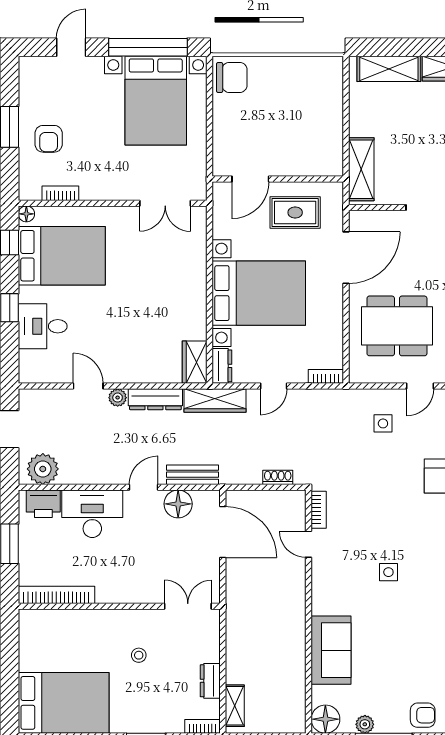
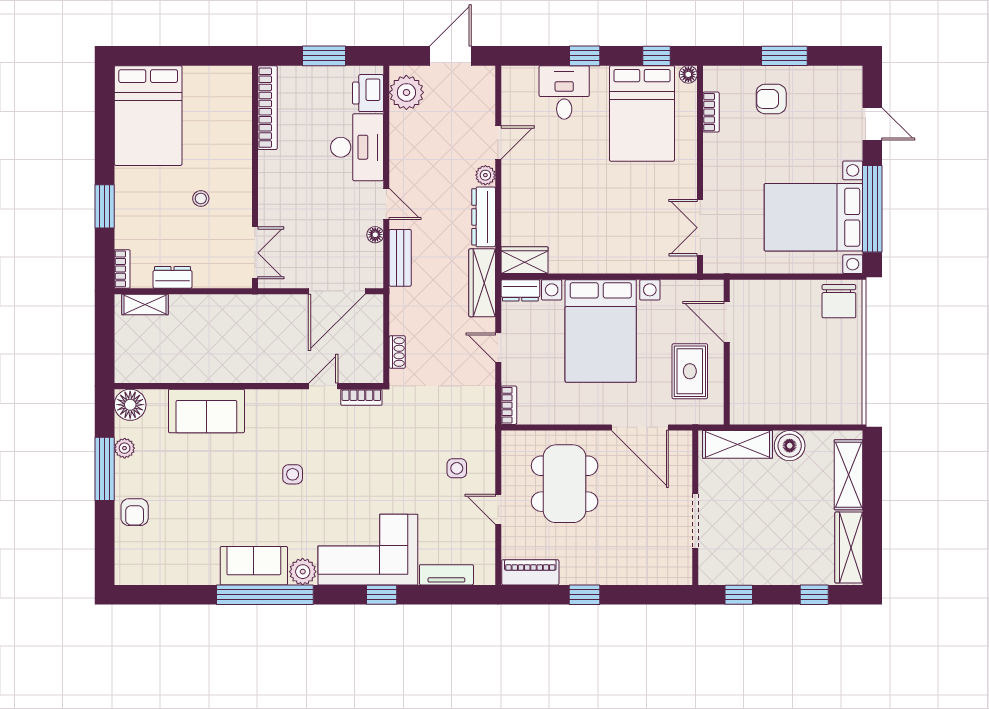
boiler: (362, 122) -> (790, 446), added
floor lamp: (178, 504) -> (375, 235), width x0.53, depth x0.53

